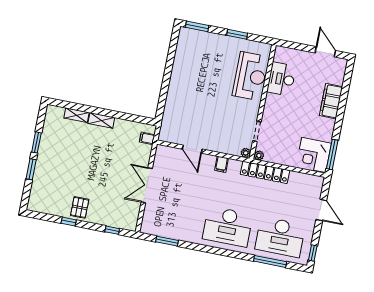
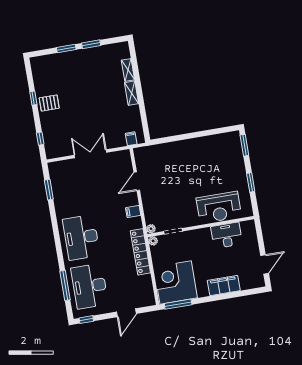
corner desk: (314, 155) -> (176, 282), width x1.36, depth x1.36

